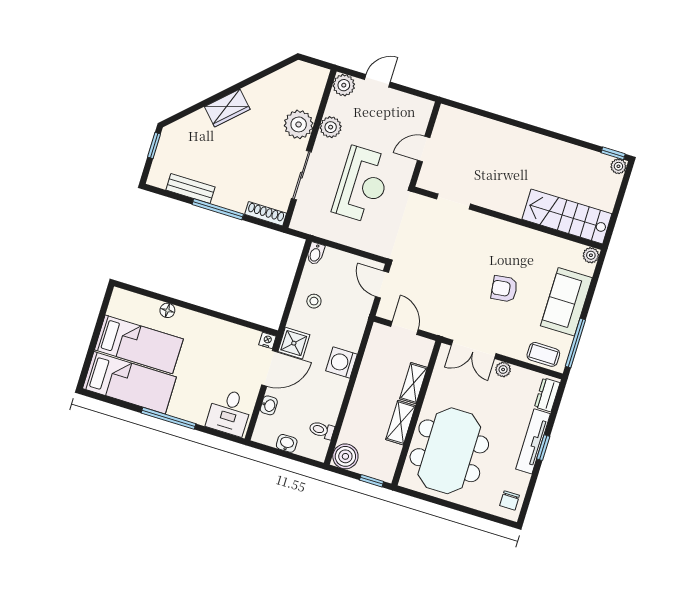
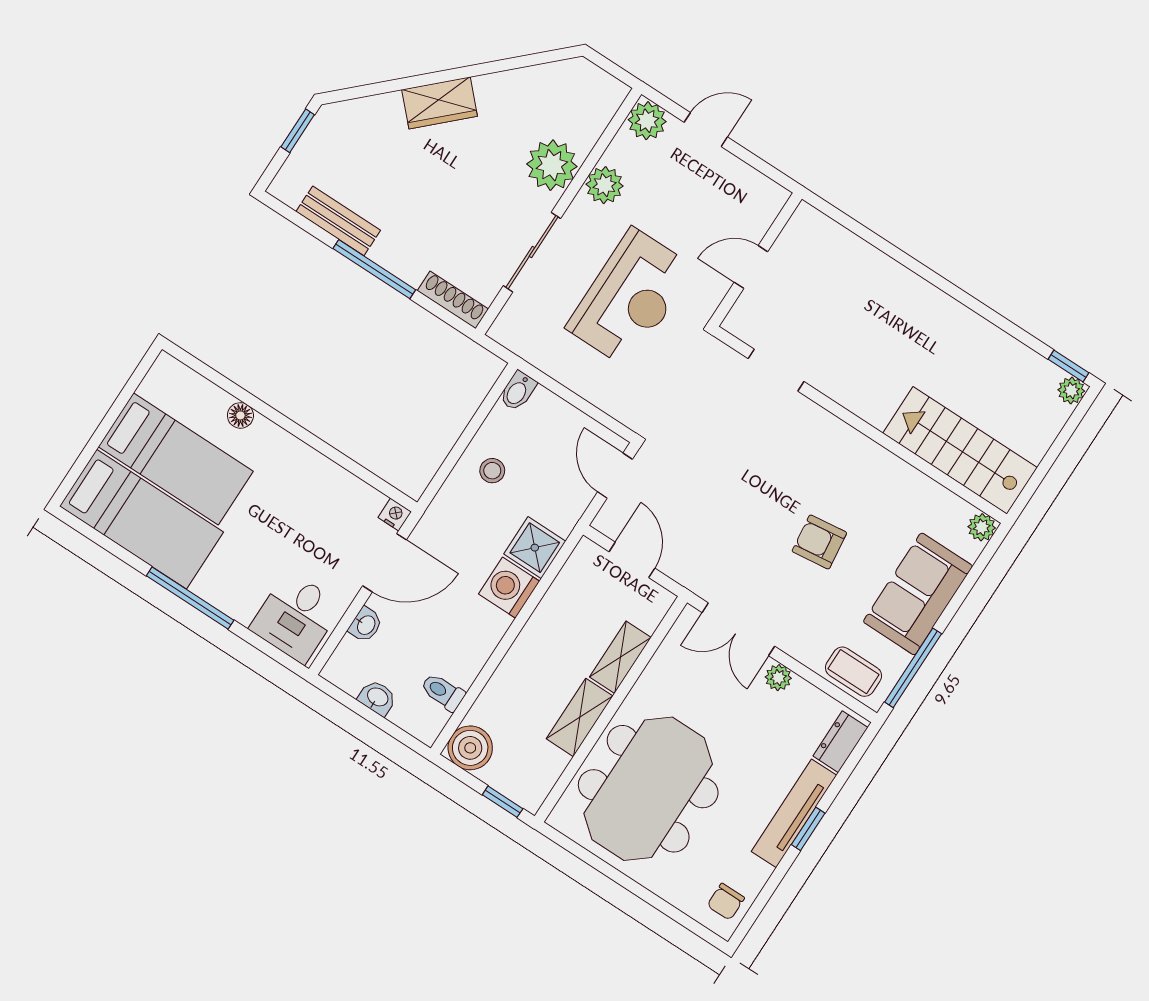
shower: (294, 343) -> (535, 548), moved

